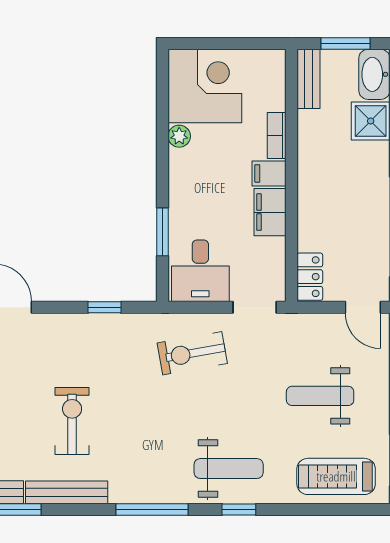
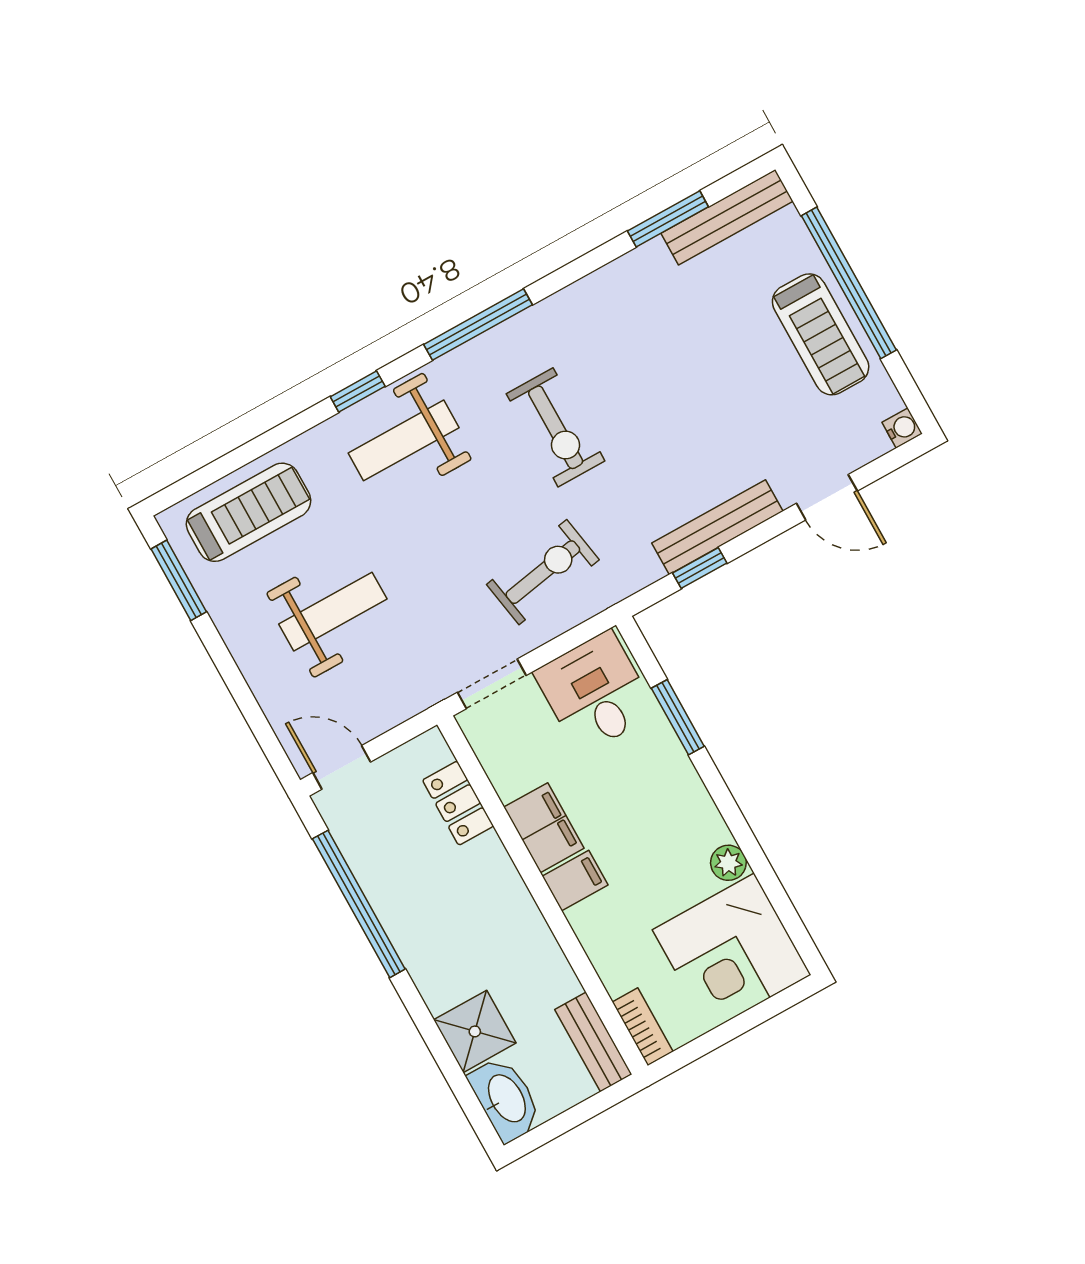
window: (345, 43) -> (569, 1119), removed
bookcase: (277, 135) -> (643, 1027), moved
locker: (310, 277) -> (458, 803), moved
exercise bike: (72, 421) -> (556, 427), moved
bench: (67, 492) -> (717, 527), moved

